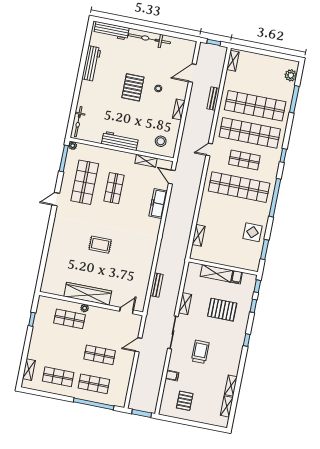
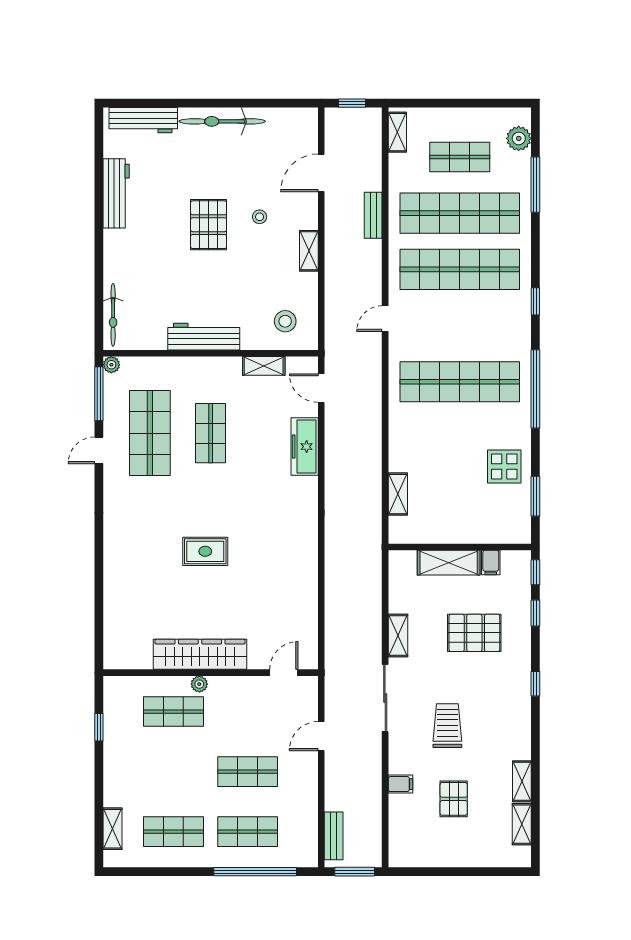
shop shelf: (244, 160) -> (460, 157), moved
door: (56, 199) -> (99, 450), moved
bench: (157, 285) -> (334, 836), moved
pallet: (185, 401) -> (454, 799), moved

